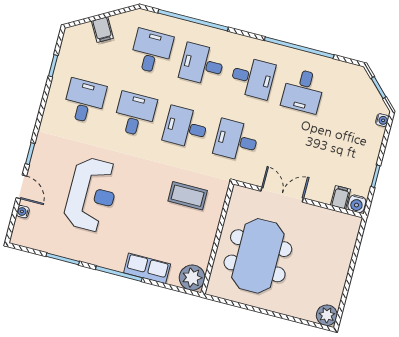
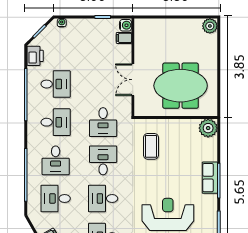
printer: (347, 73) -> (35, 56), added
desk: (253, 78) -> (56, 122), turned 90
desk: (186, 127) -> (103, 160), turned 180
row of seats: (147, 268) -> (210, 178), moved

